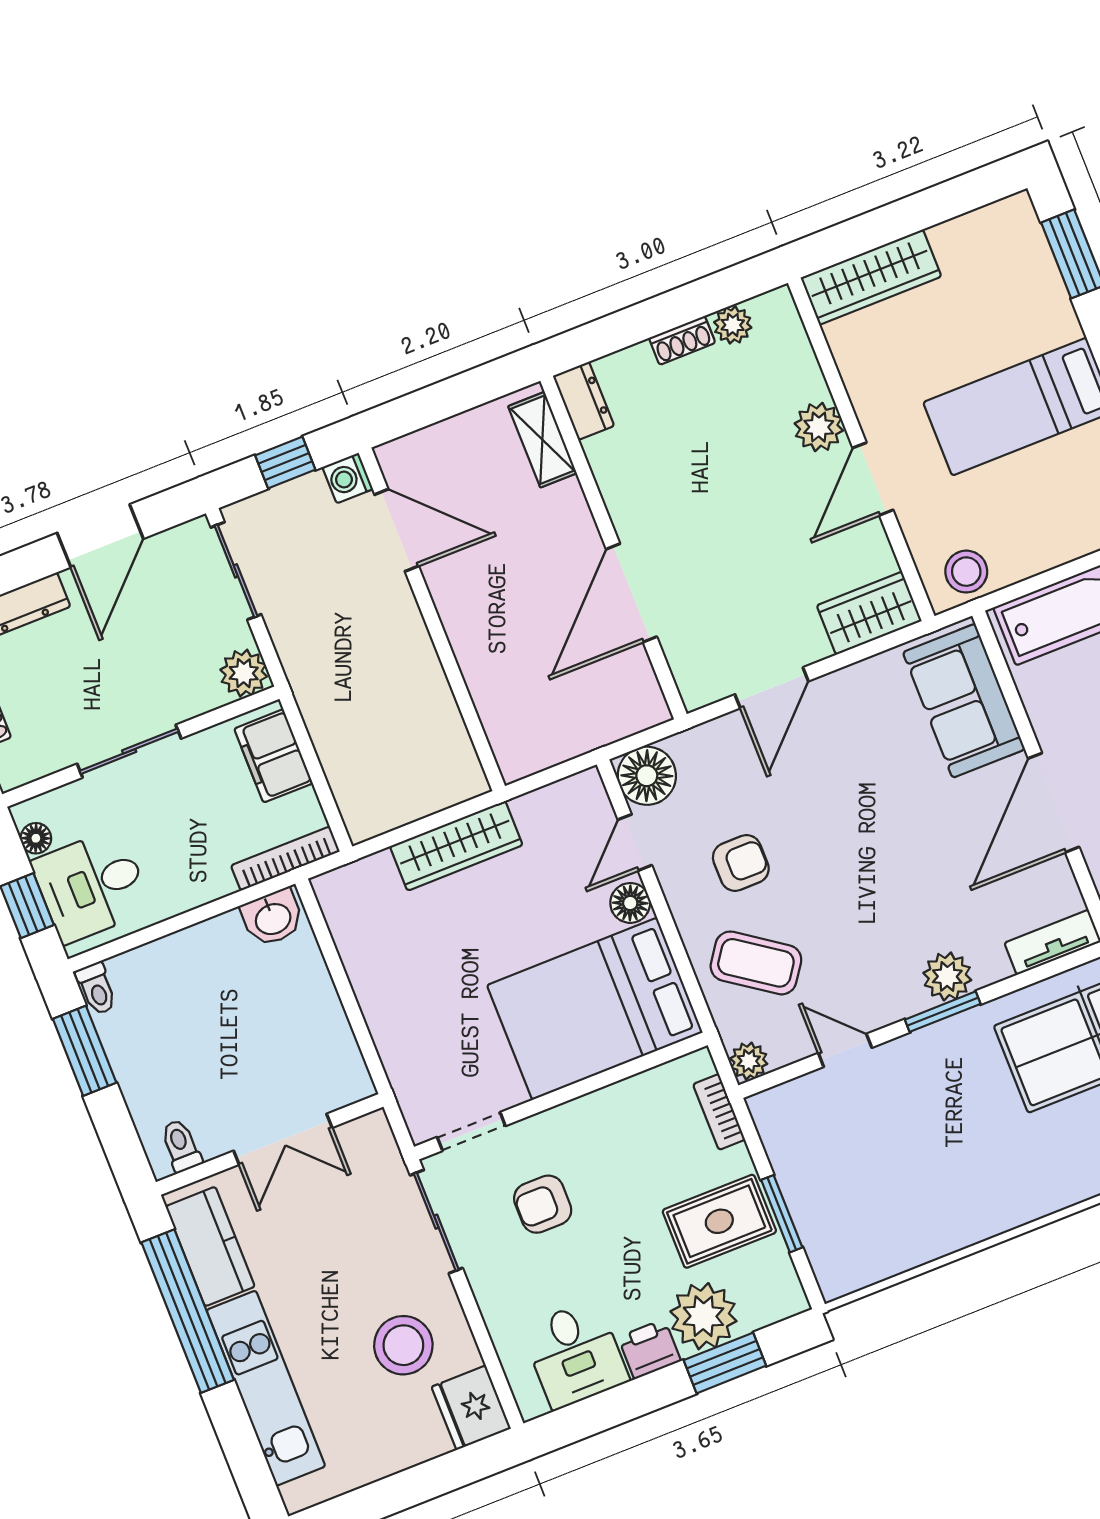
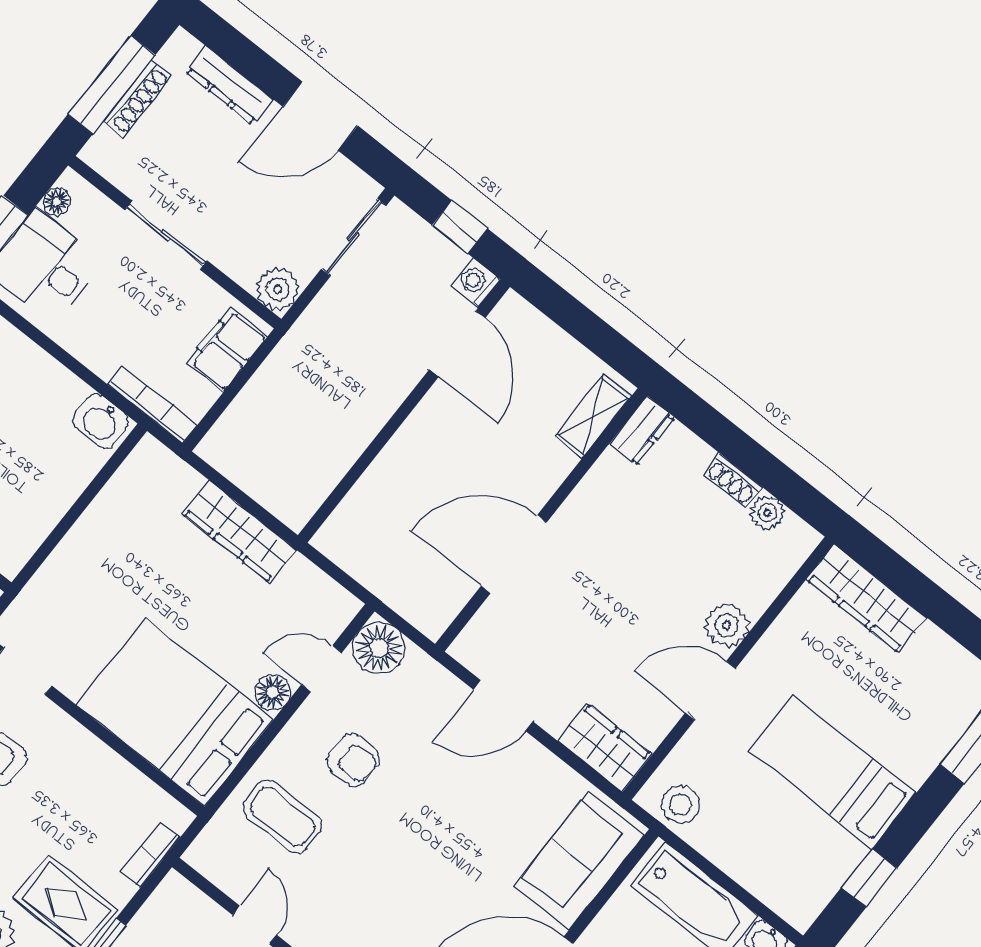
coffee table: (756, 963) -> (282, 817), turned -35
plant: (749, 1061) -> (203, 855), removed

